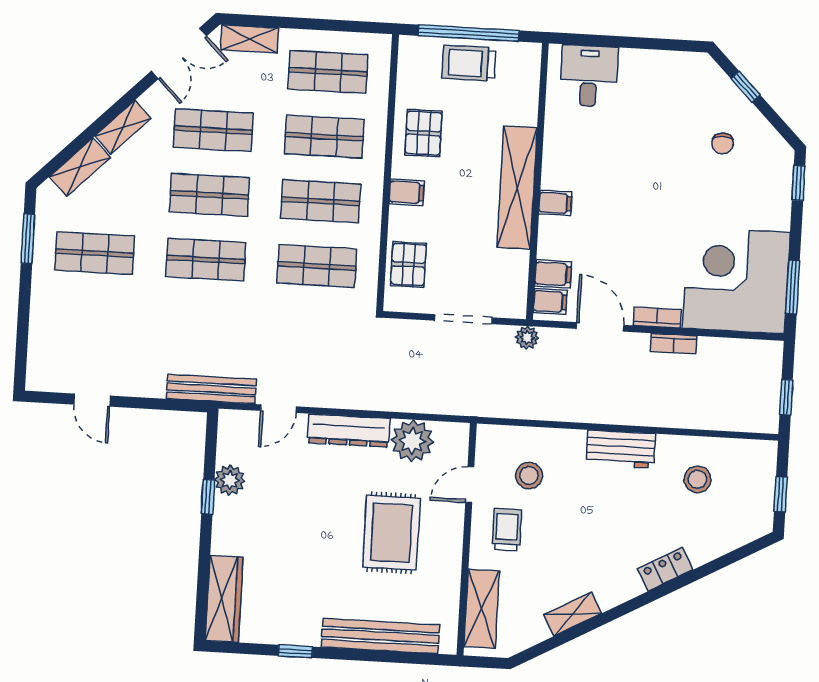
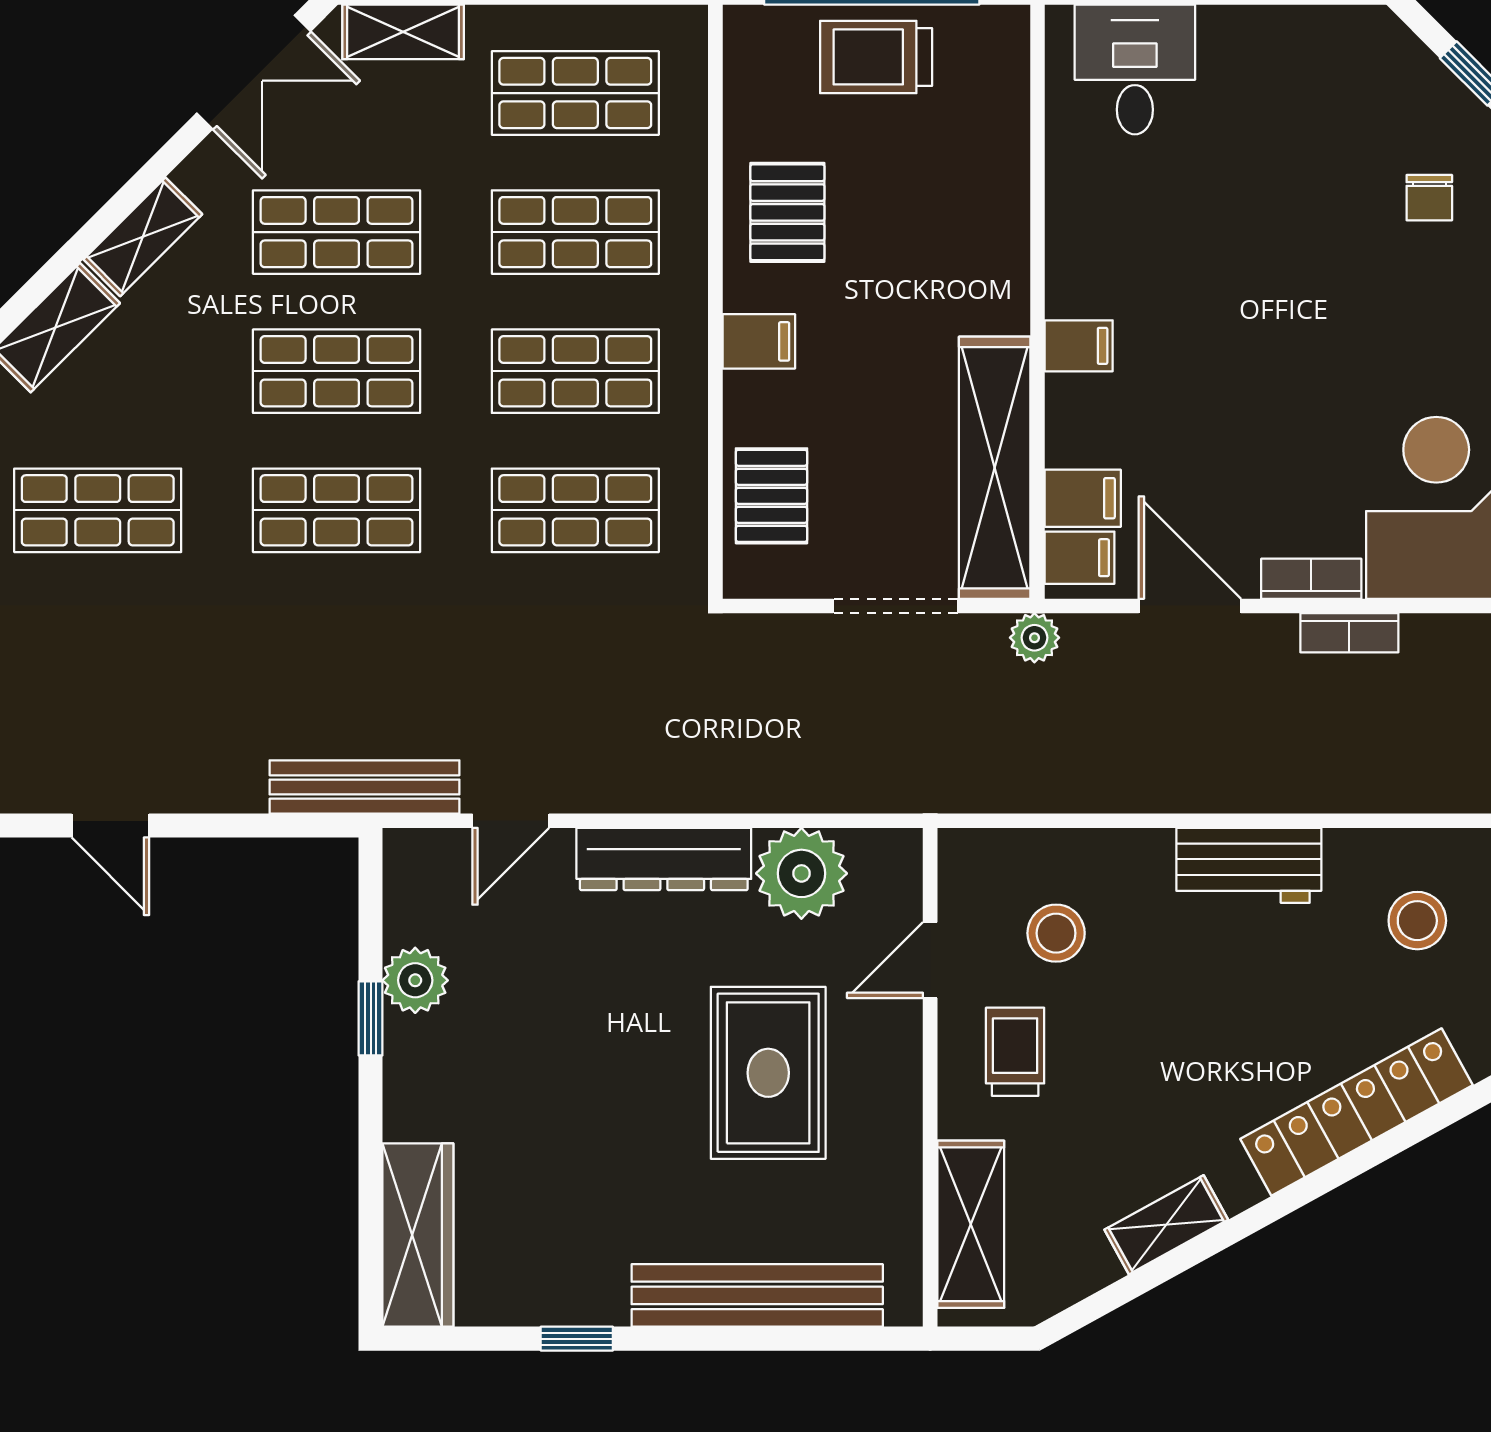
shelving: (517, 187) -> (995, 468), moved
locker: (665, 569) -> (1356, 1112), width x2.16, depth x1.21

